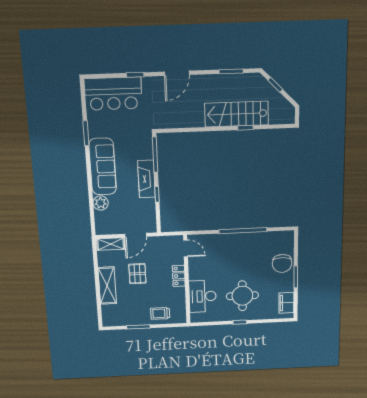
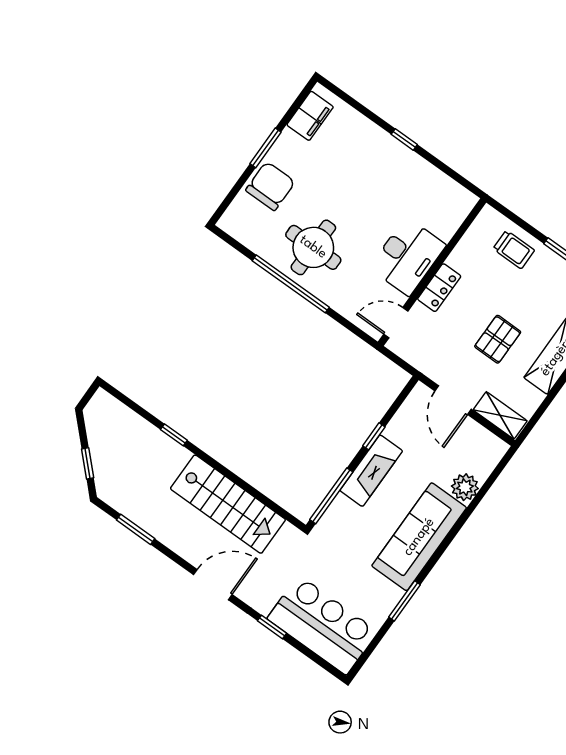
stairs: (237, 114) -> (228, 504), moved
door: (136, 235) -> (453, 400), swing flipped
door: (186, 248) -> (396, 323), hinge flipped
desk: (203, 296) -> (408, 256), moved
round table: (242, 296) -> (313, 247), moved

